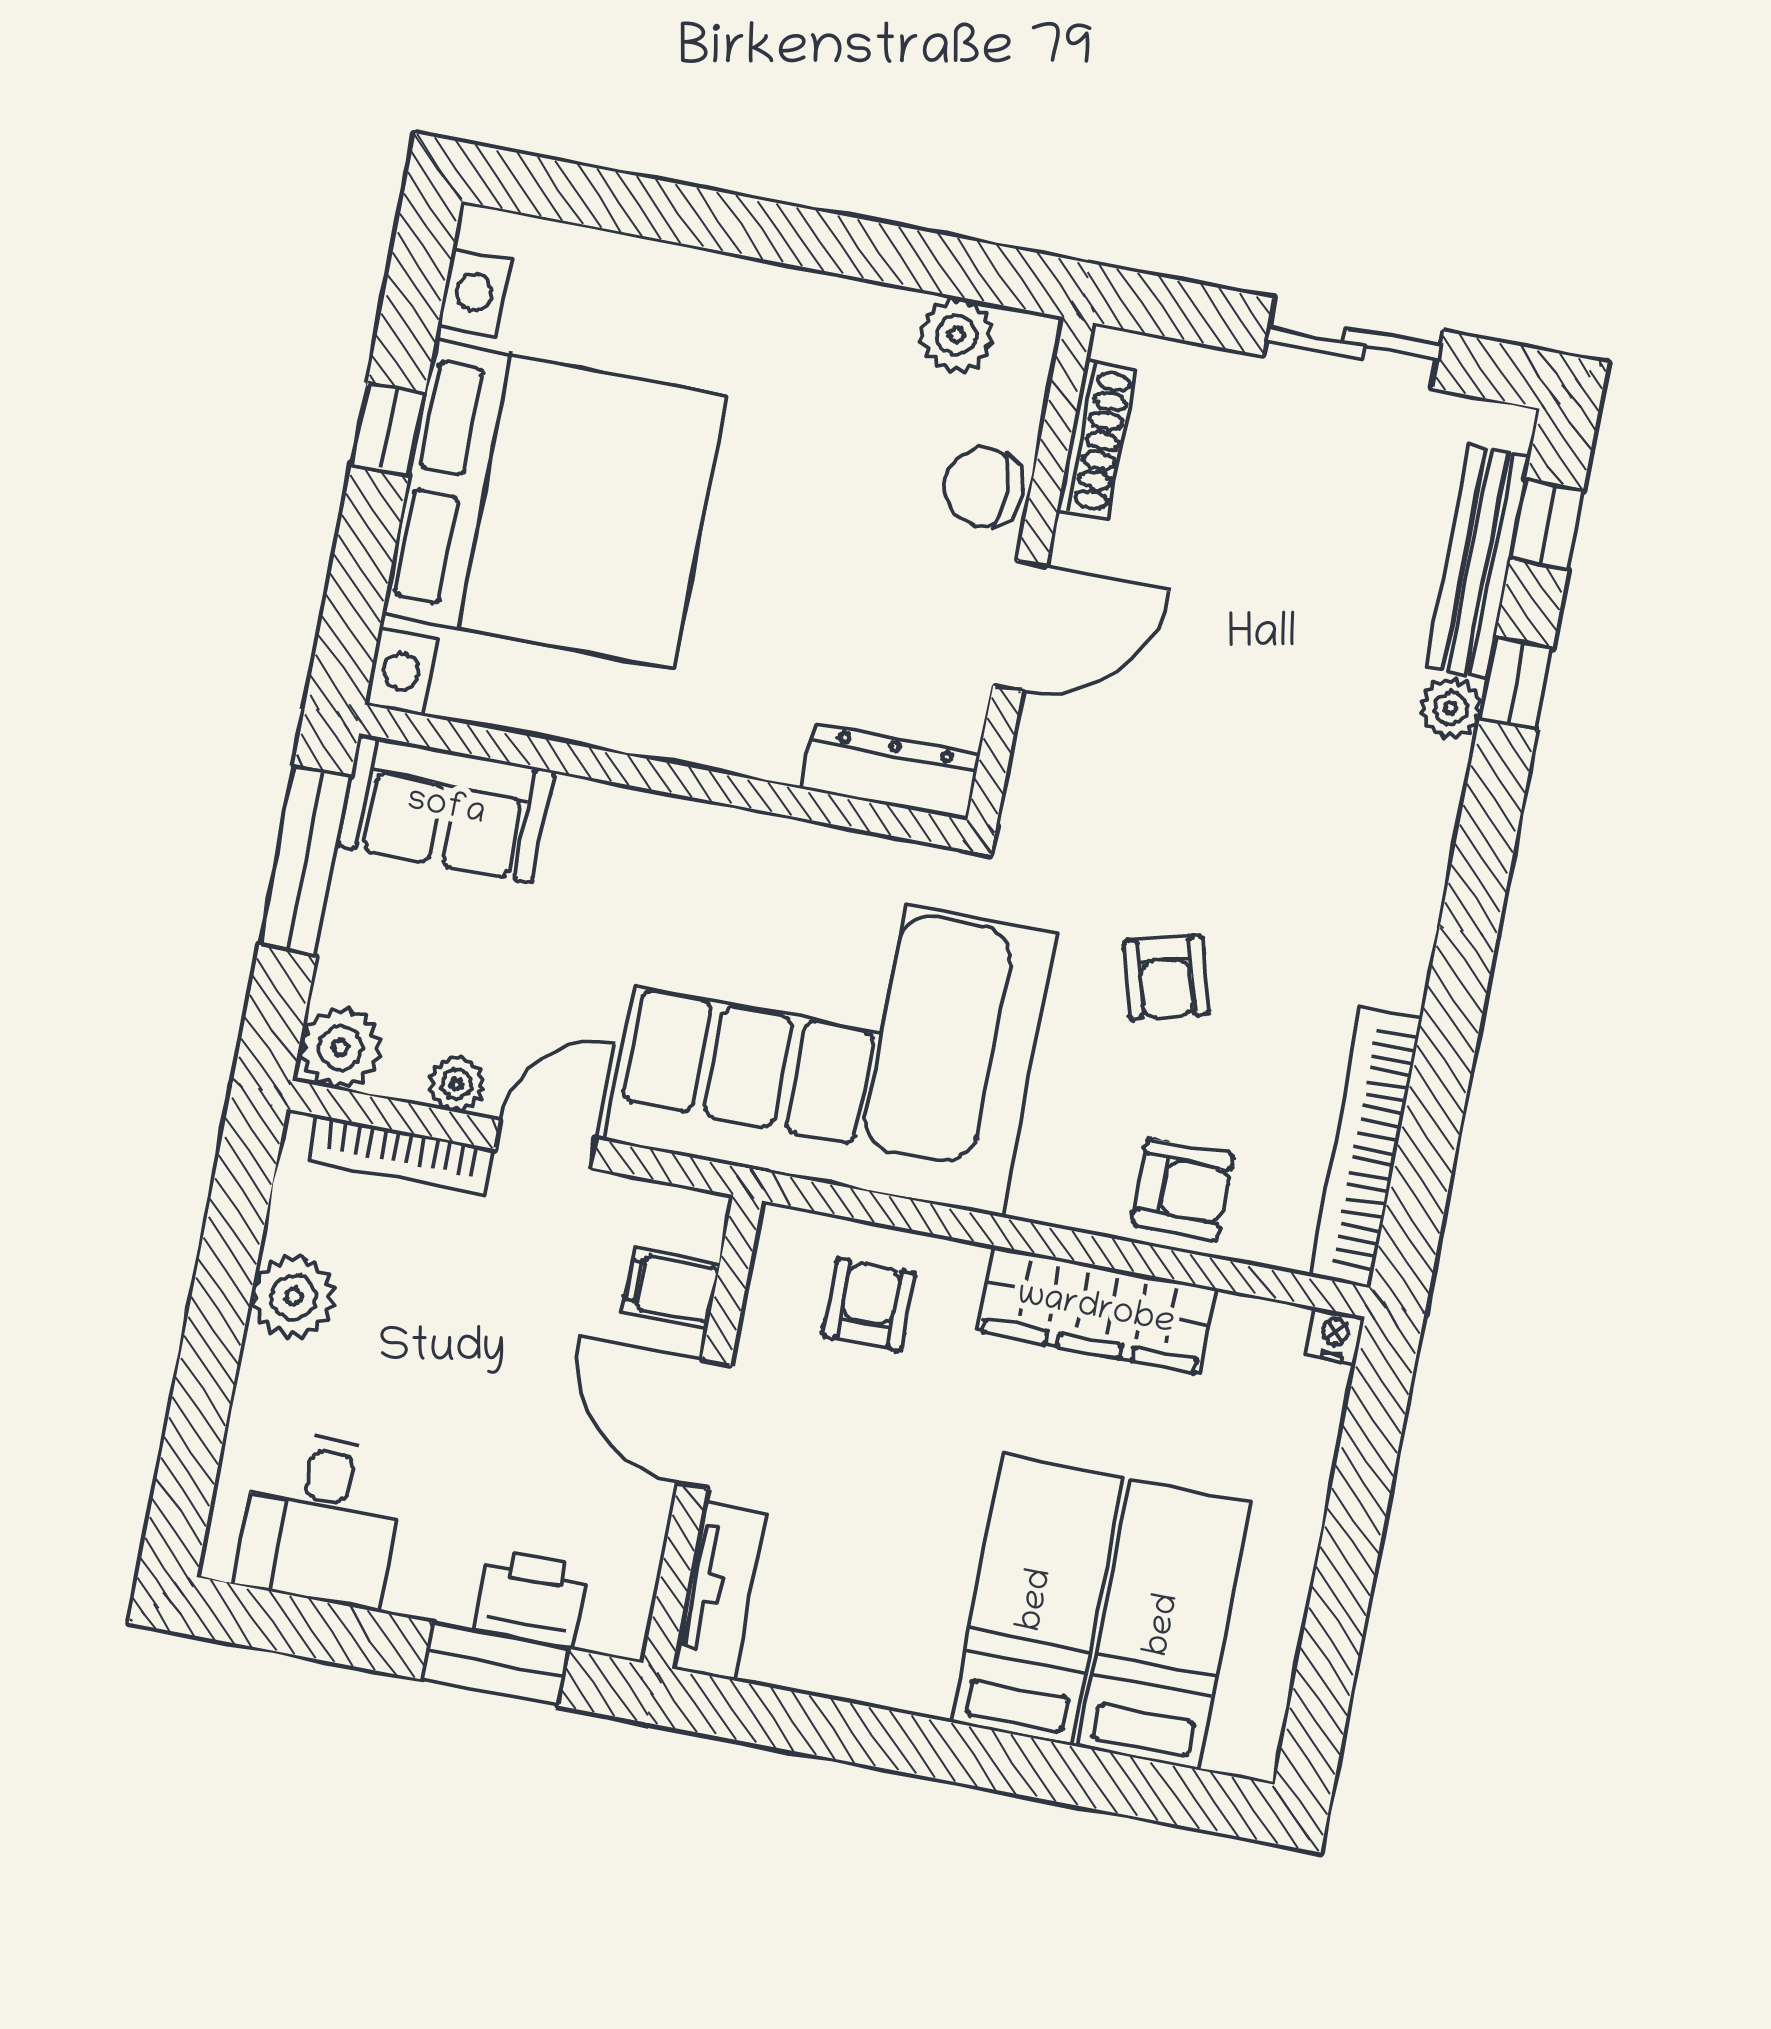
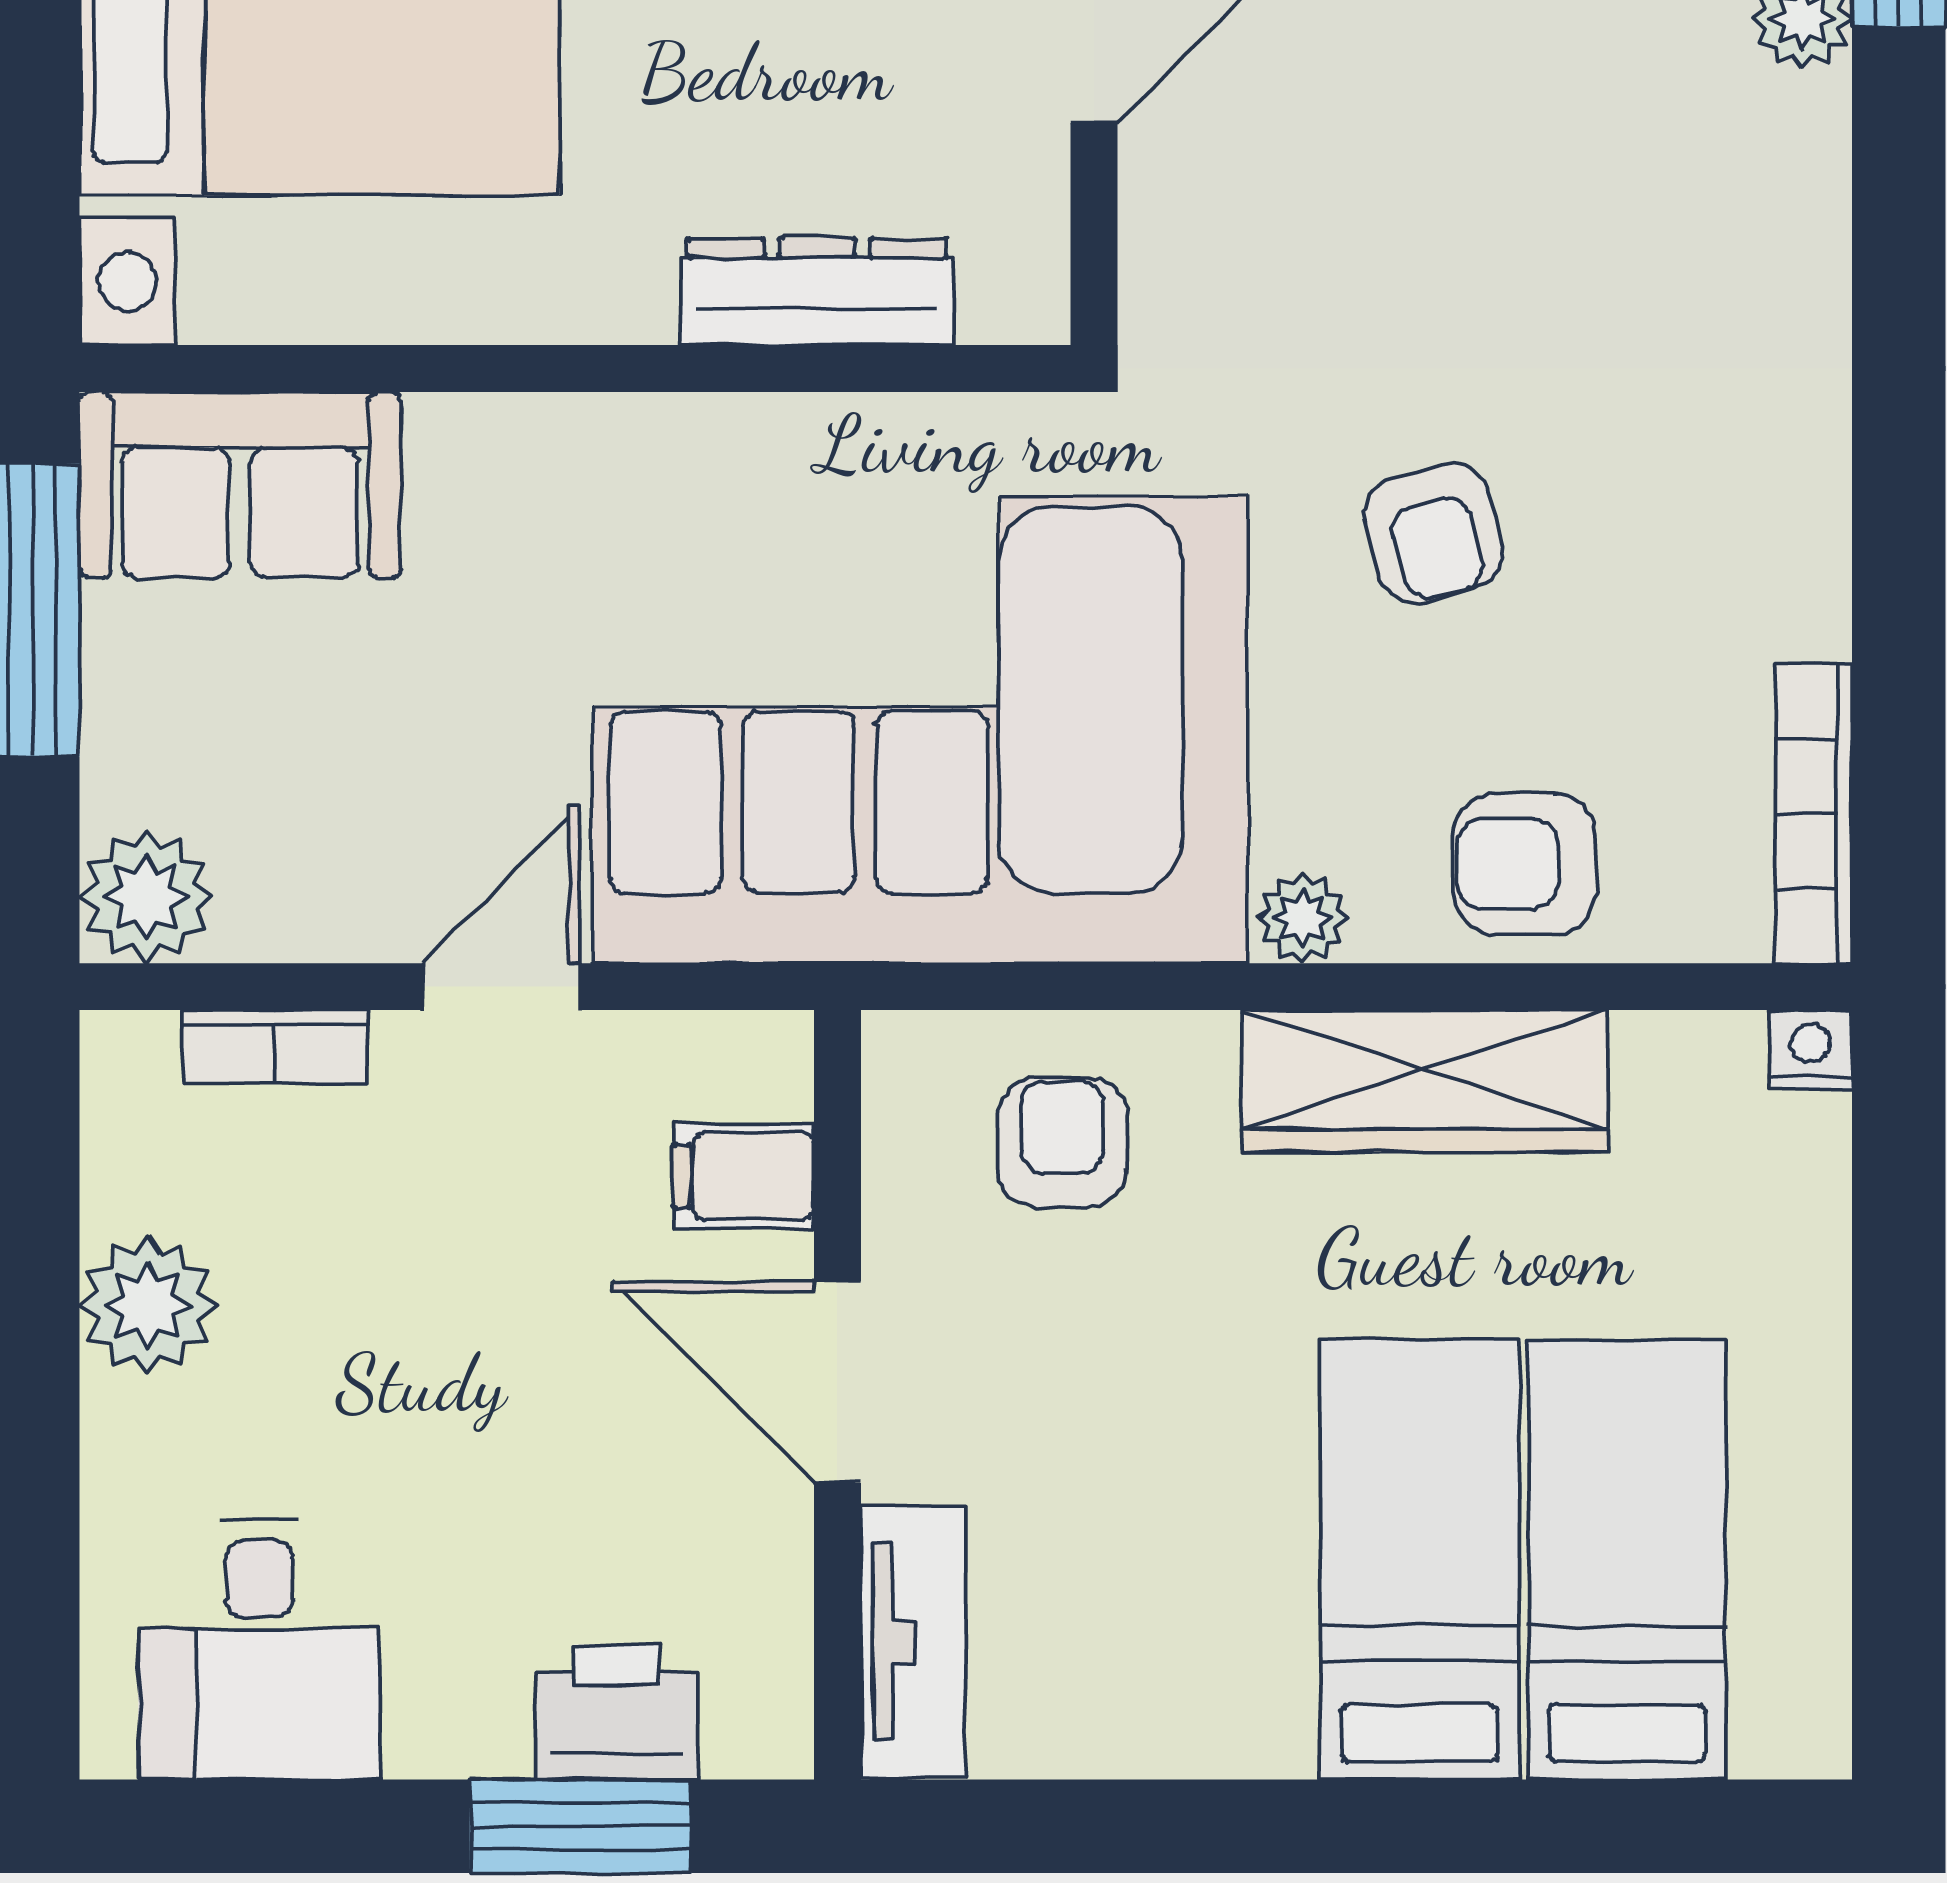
dresser: (891, 772) -> (817, 292), moved
plant: (457, 1084) -> (1302, 918), moved
bookcase: (1366, 1148) -> (1814, 814), width x0.68, depth x0.76
bookcase: (401, 1154) -> (275, 1047), width x0.64
armchair: (1183, 1189) -> (1524, 864), turned 180

